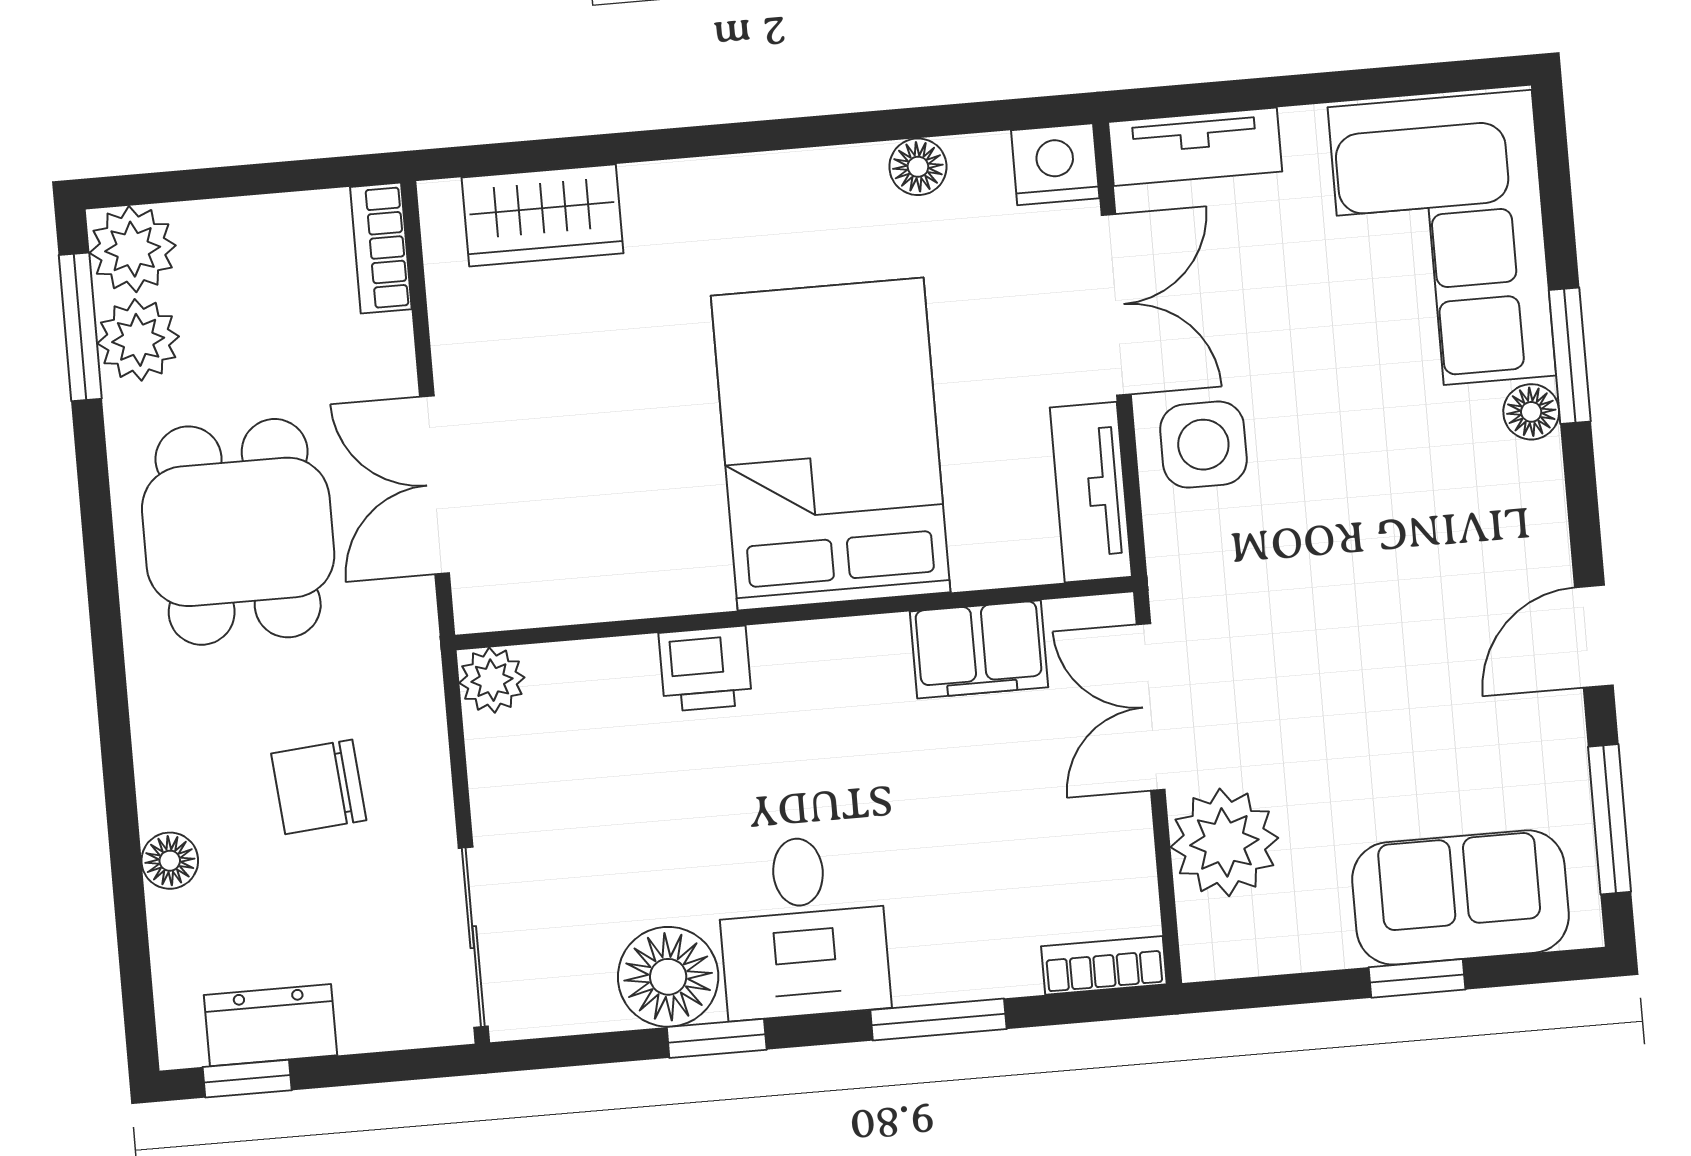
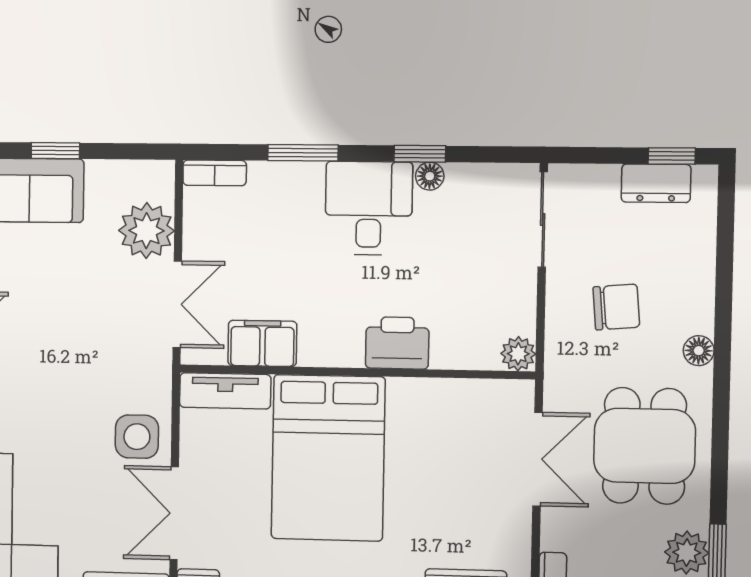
tv unit: (1091, 492) -> (225, 391), moved, turned 90
printer: (705, 669) -> (397, 343), width x1.36, depth x1.24
floor lamp: (170, 861) -> (699, 351), moved
floor lamp: (668, 977) -> (430, 176), width x0.53, depth x0.53

